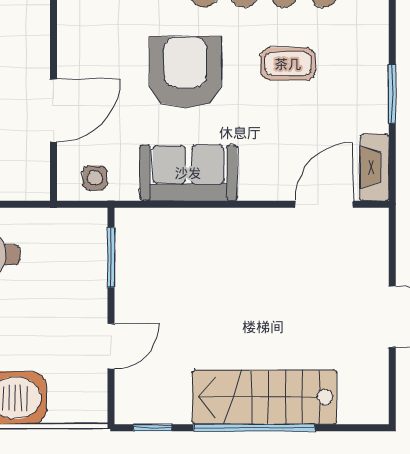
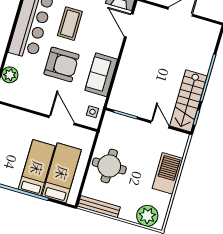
coffee table: (288, 64) -> (70, 24), width x1.36, depth x1.30
armchair: (185, 72) -> (62, 64), turned 180
stairs: (264, 397) -> (188, 101), moved

